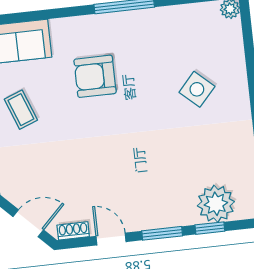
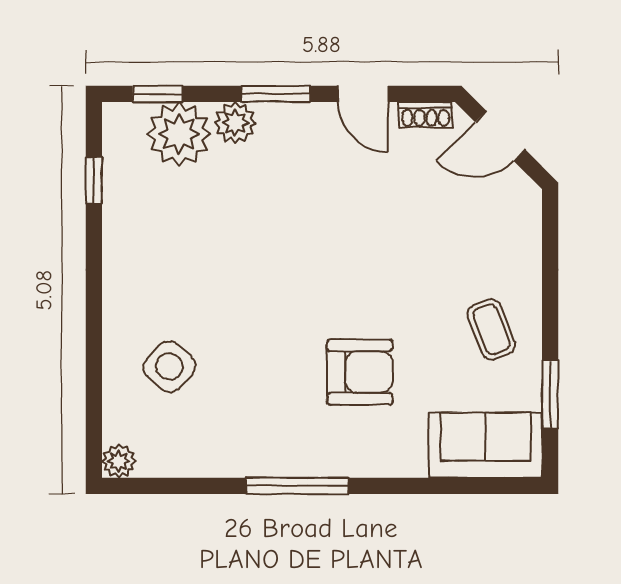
side table: (197, 89) -> (169, 367), moved
plant: (184, 214) -> (235, 123), added
window: (210, 228) -> (158, 94), moved

